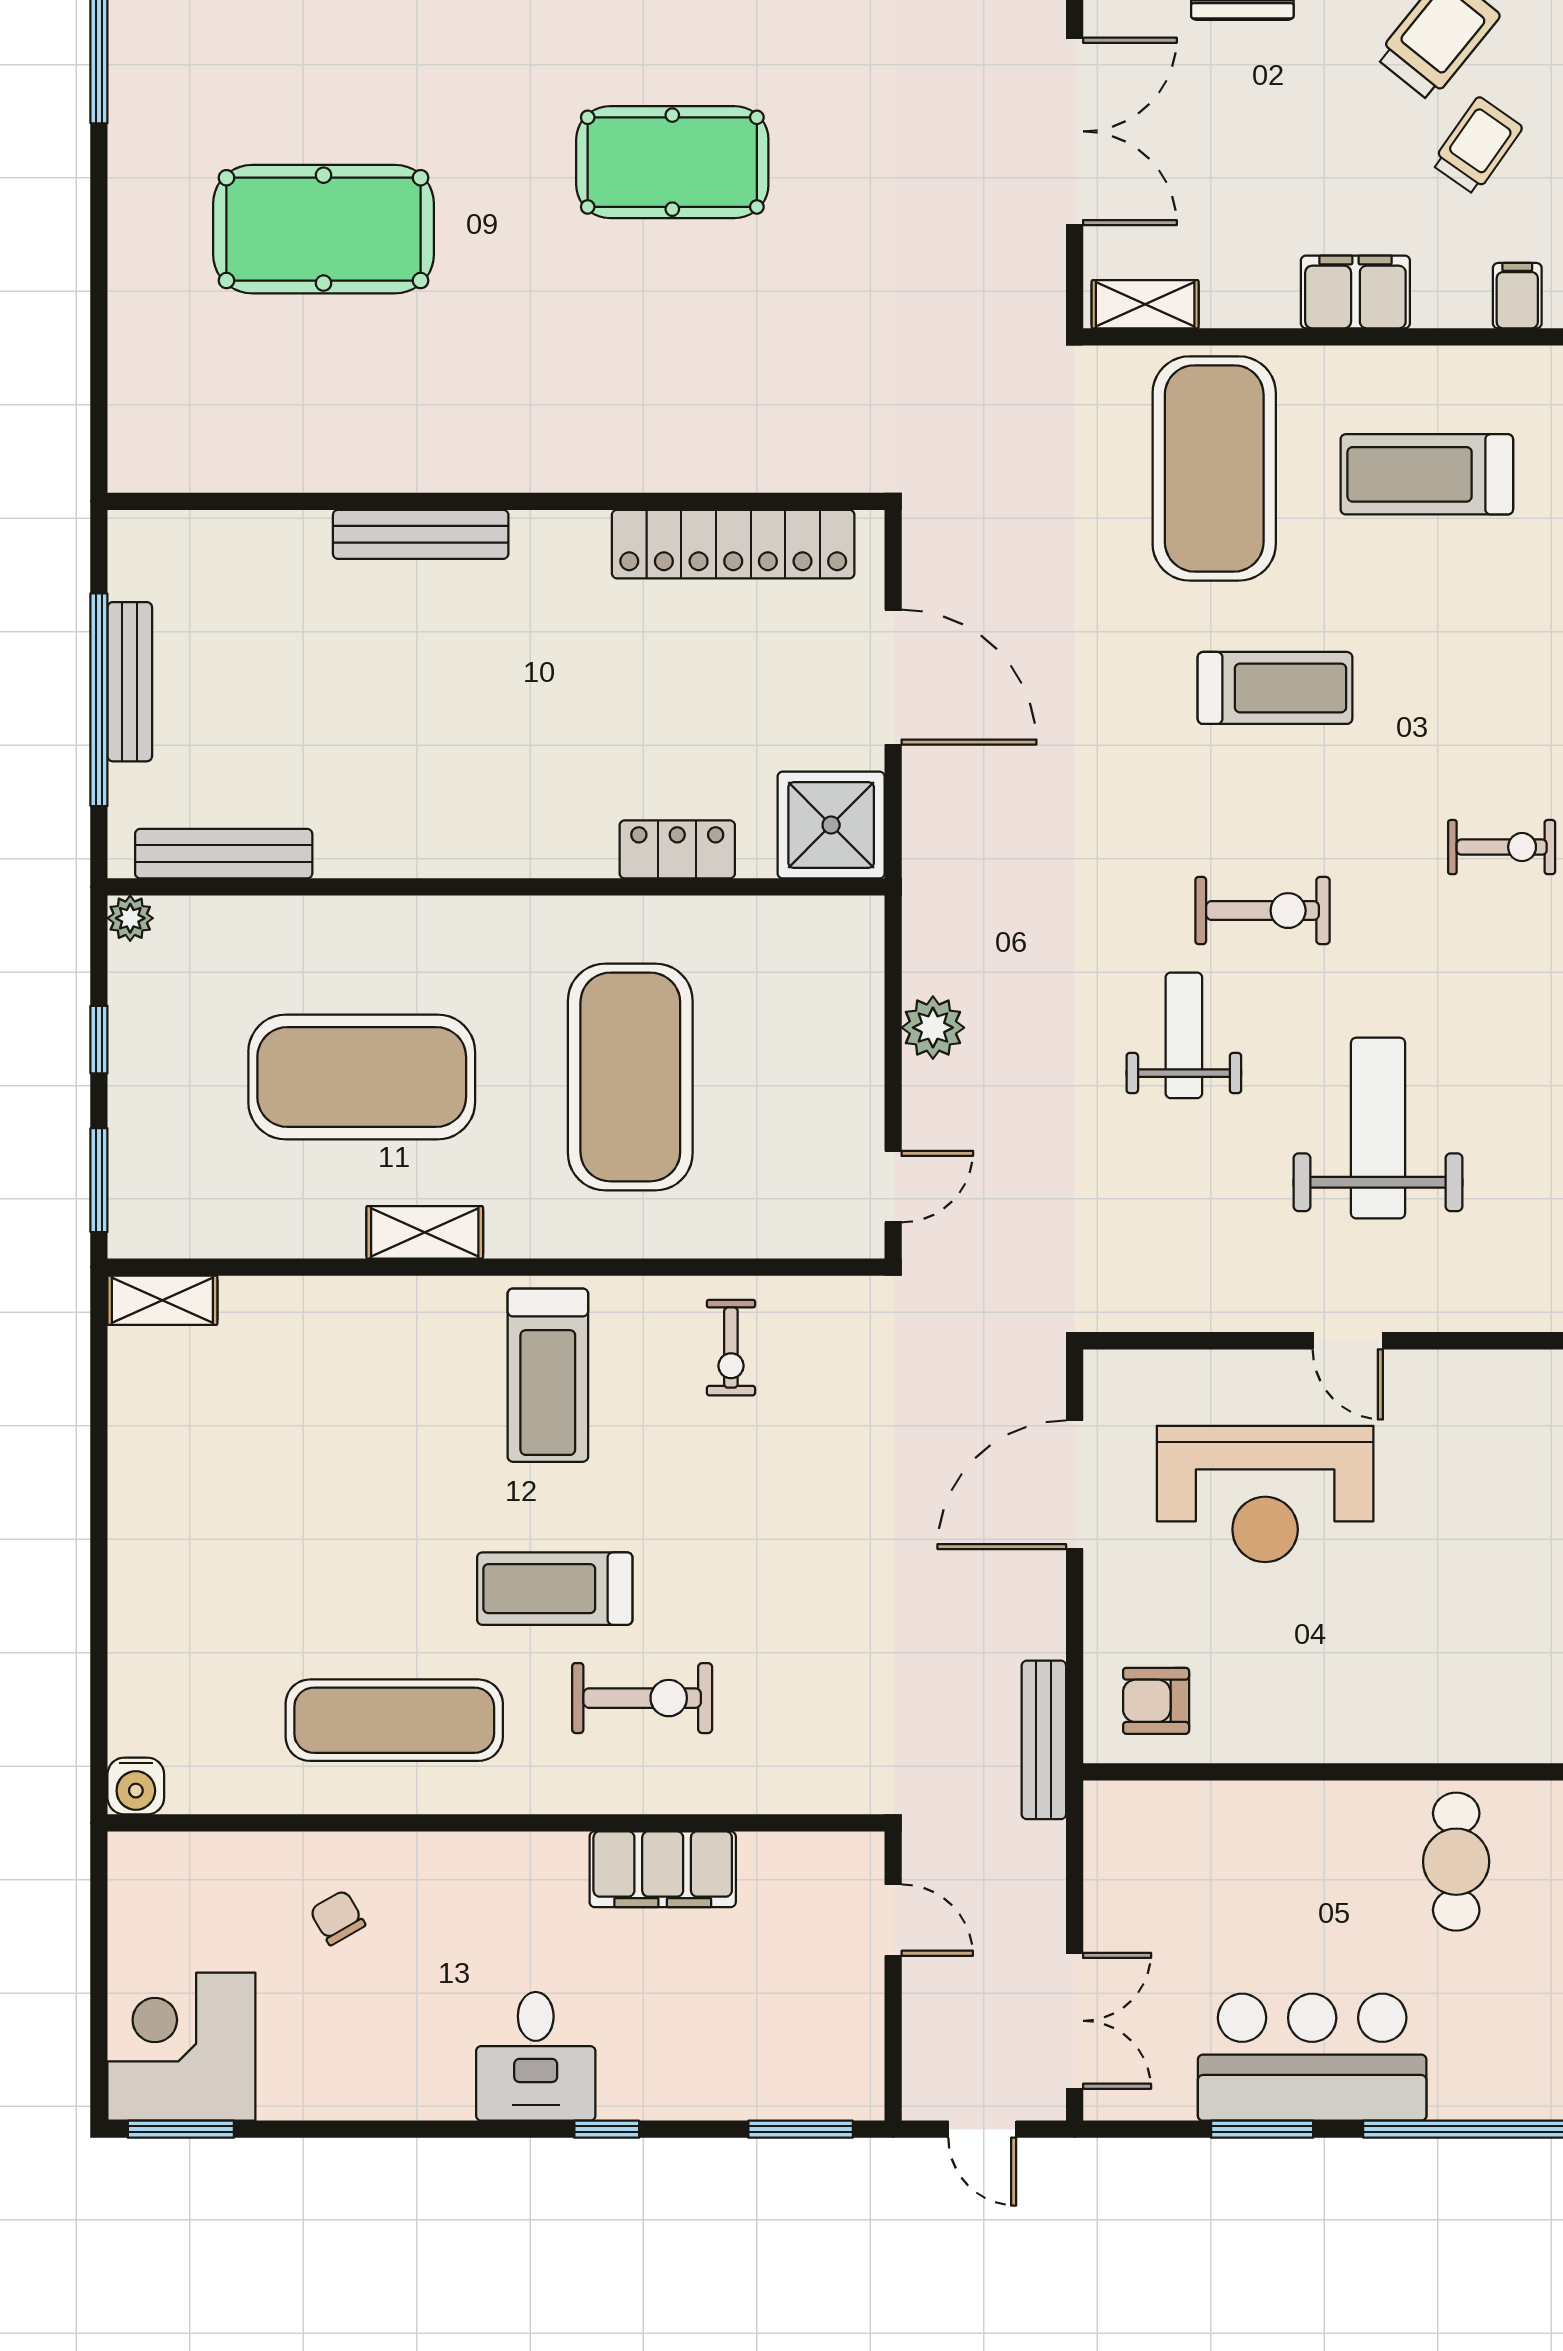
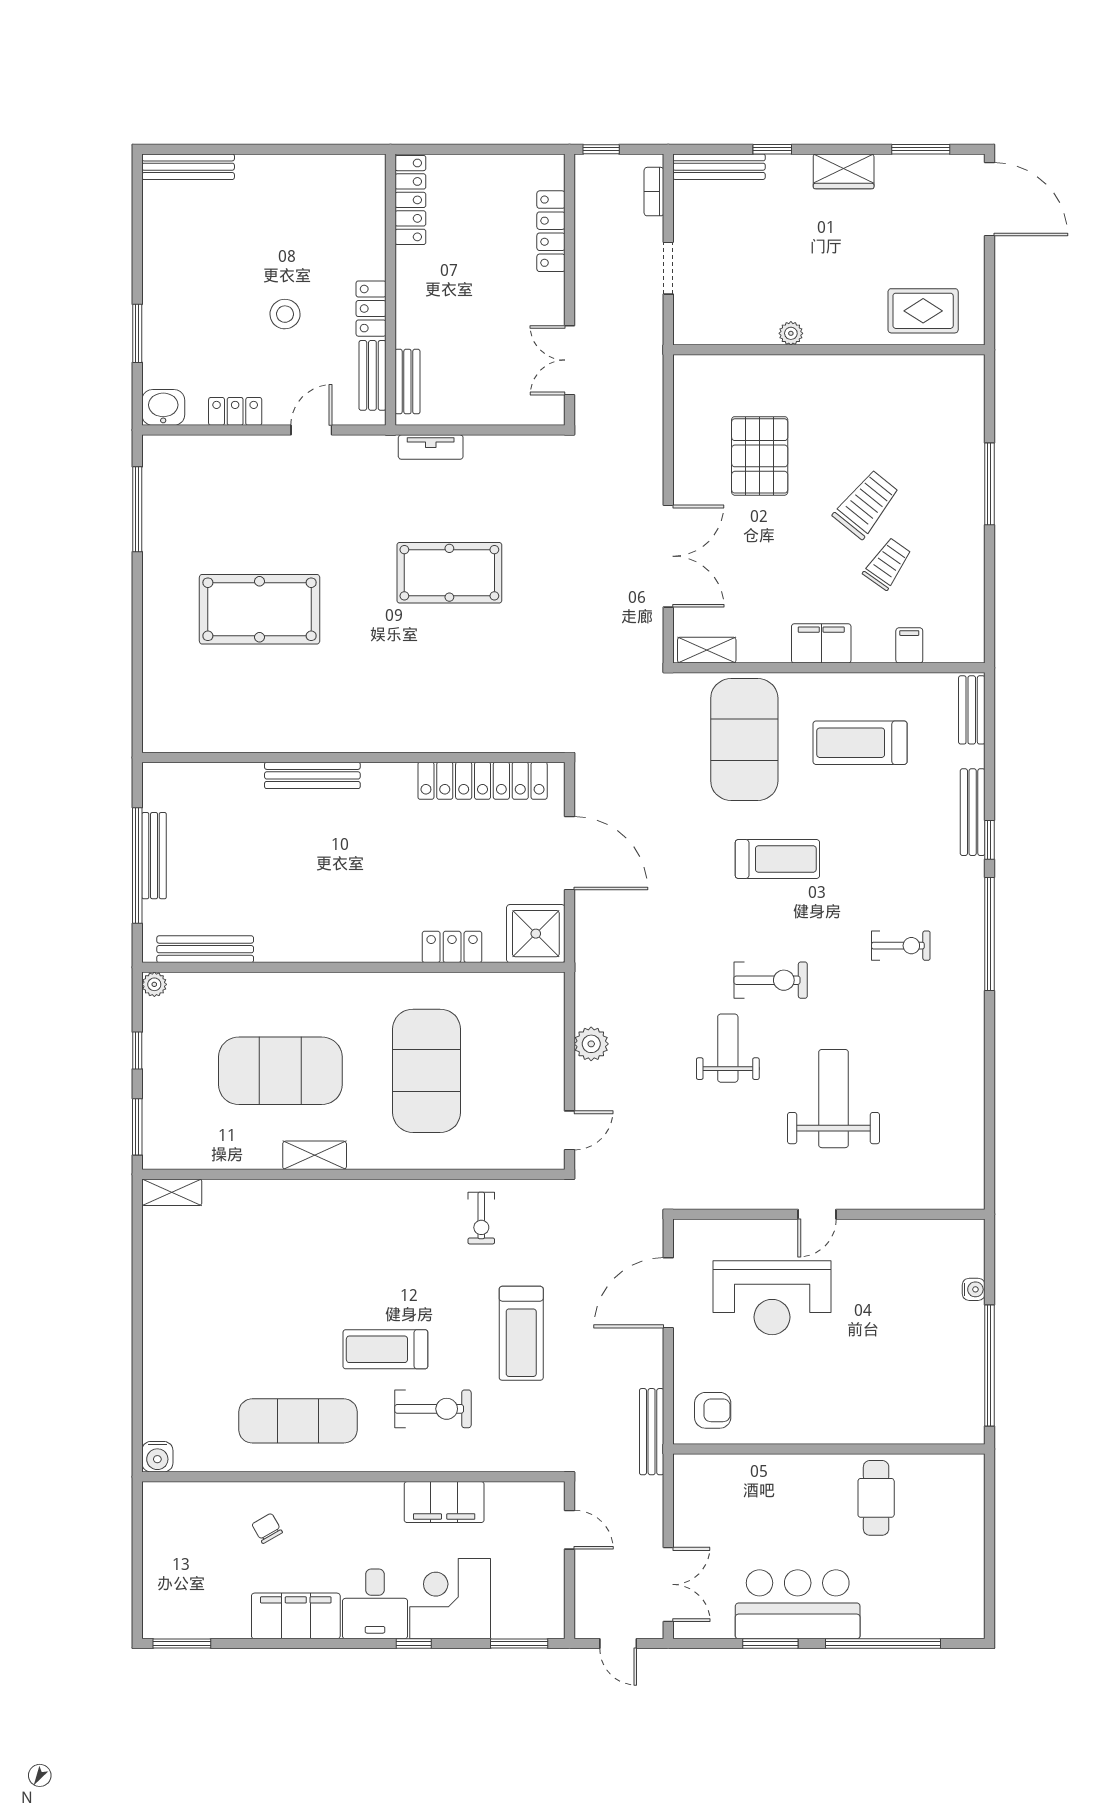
door: (1348, 1341) -> (817, 1214), hinge flipped
treadmill: (548, 1375) -> (521, 1333), moved
armchair: (1156, 1701) -> (713, 1410), turned 180
corner desk: (181, 2047) -> (450, 1599), moved
filing cabinet: (390, 2079) -> (296, 1616), added

